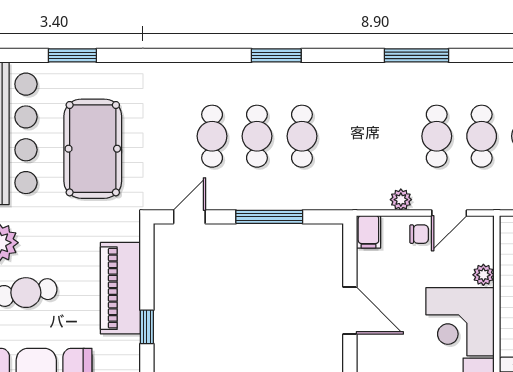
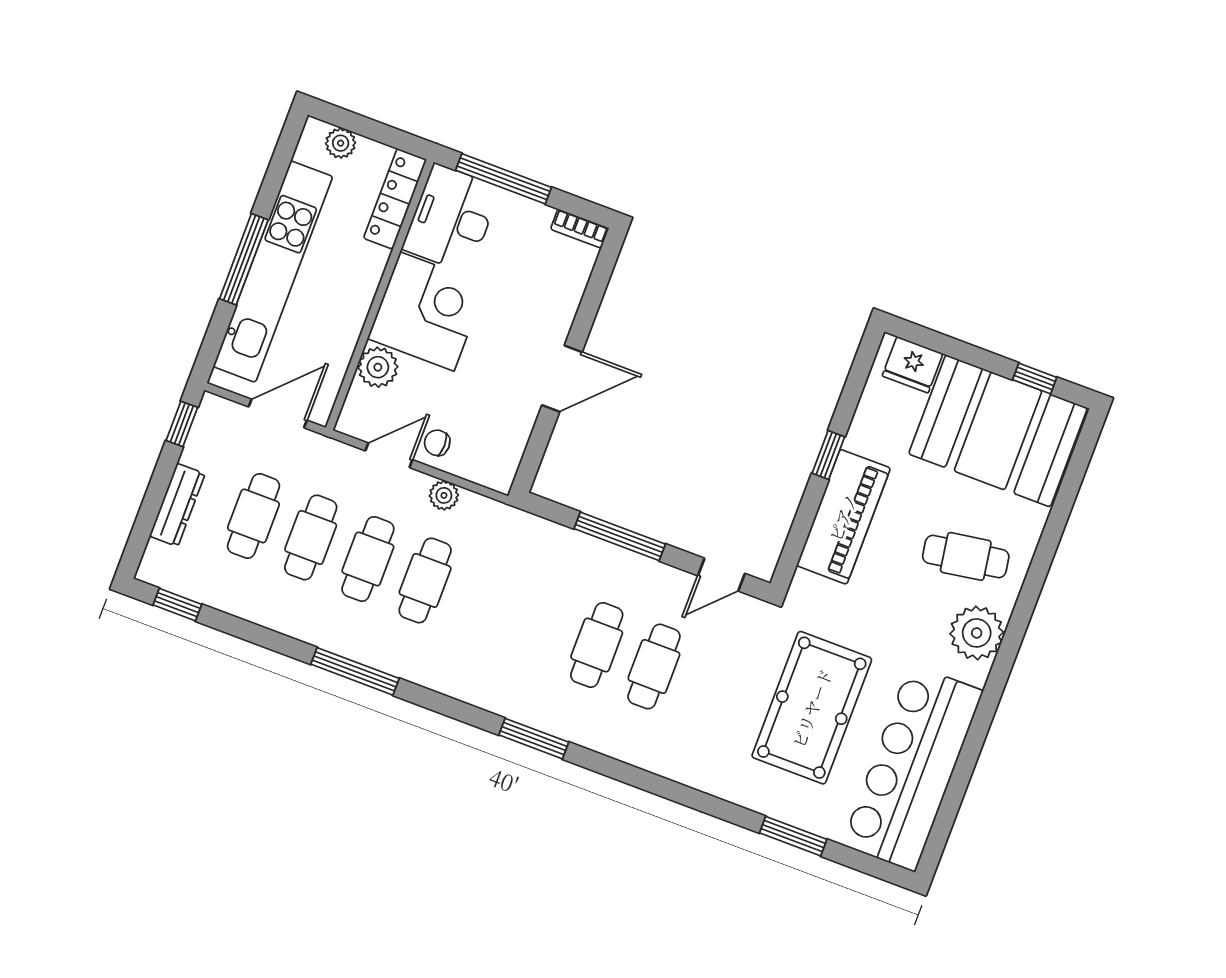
cafe table: (302, 136) -> (425, 580), moved
filing cabinet: (368, 232) -> (501, 470), removed
plant: (483, 275) -> (378, 367), width x1.38, depth x1.38
door: (350, 311) -> (562, 379), swing flipped

